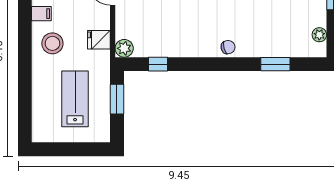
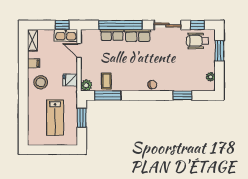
coffee table: (156, 41) -> (106, 81), added
window: (158, 64) -> (108, 95), width x2.17
lab bench: (75, 99) -> (55, 118), turned 180

